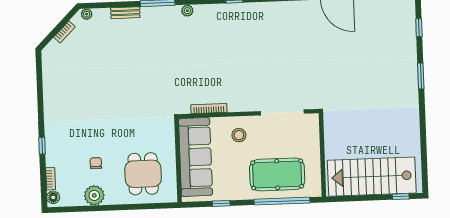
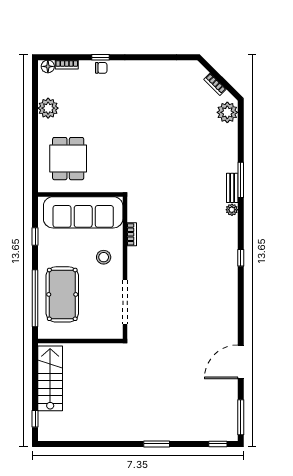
bench: (125, 13) -> (232, 188), moved
plant: (87, 14) -> (227, 112), width x1.87, depth x1.87
window: (419, 28) -> (218, 444), moved
bookcase: (209, 109) -> (132, 234), width x0.64
chair: (96, 163) -> (101, 68), moved
dining table: (143, 174) -> (68, 159), turned 90
stairs: (372, 177) -> (50, 378), width x0.73, depth x0.66

